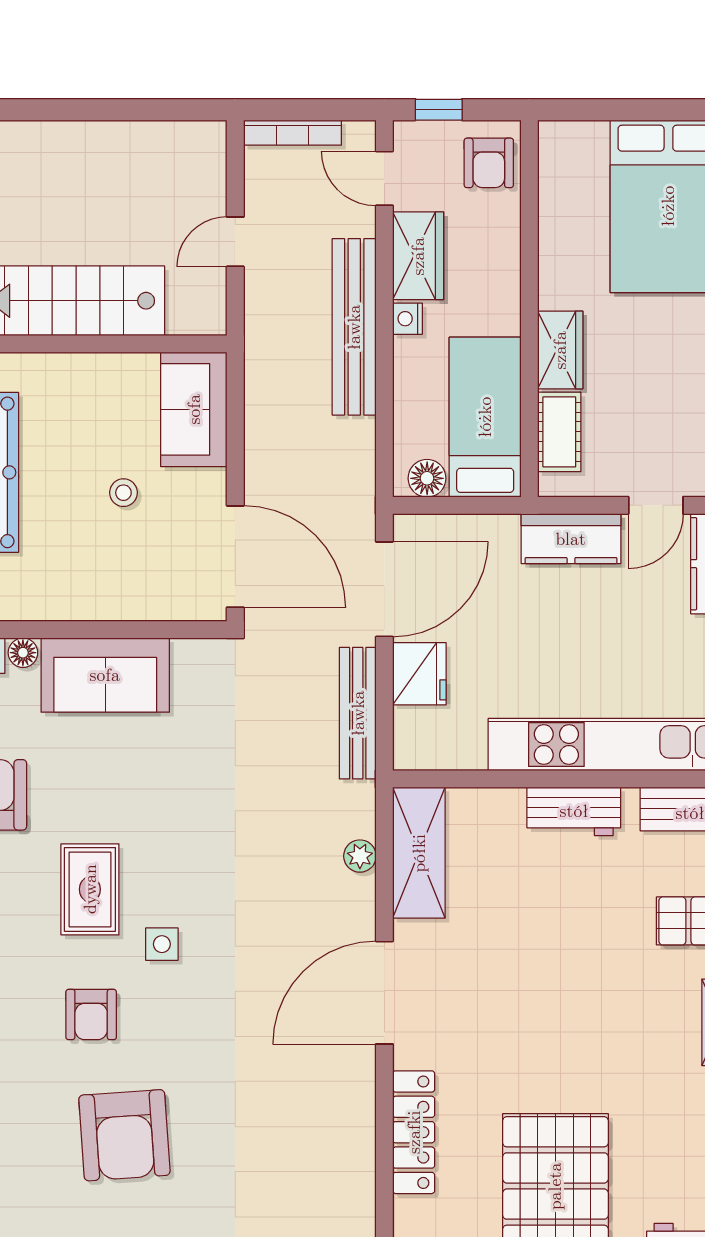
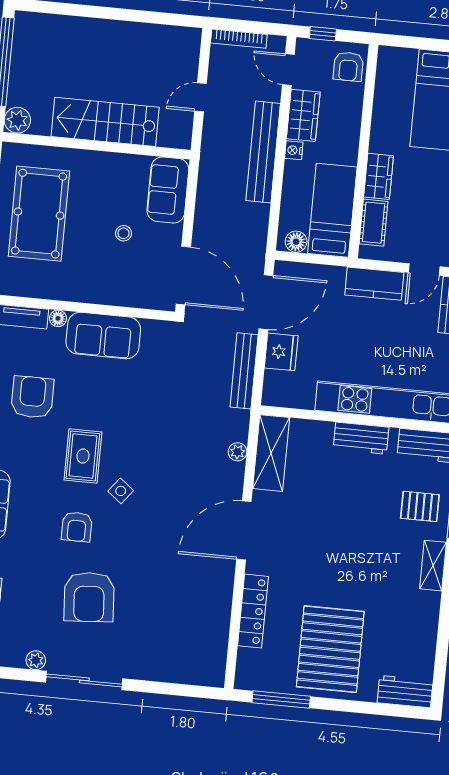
side table: (162, 944) -> (121, 491), turned 38

